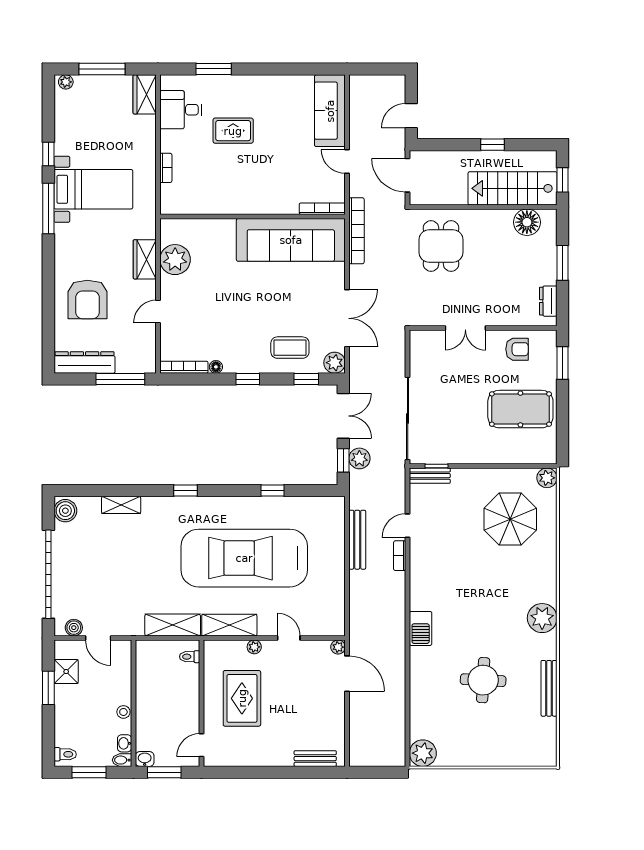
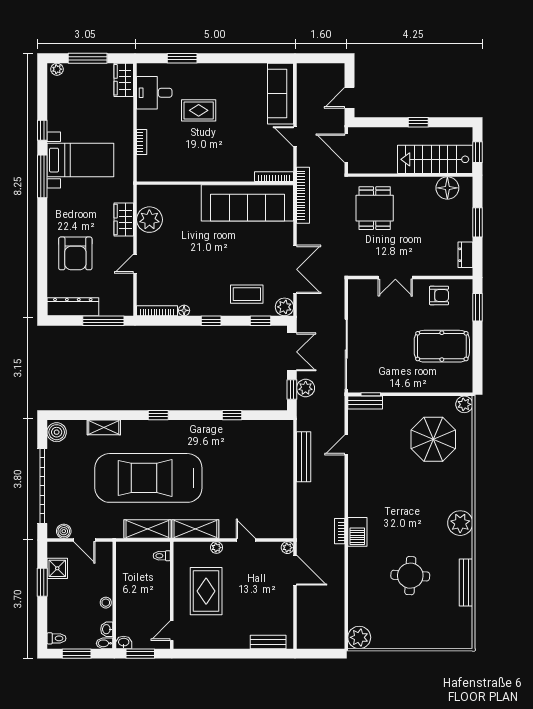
bookcase: (400, 556) -> (340, 531), moved
car: (244, 558) -> (148, 478), moved

